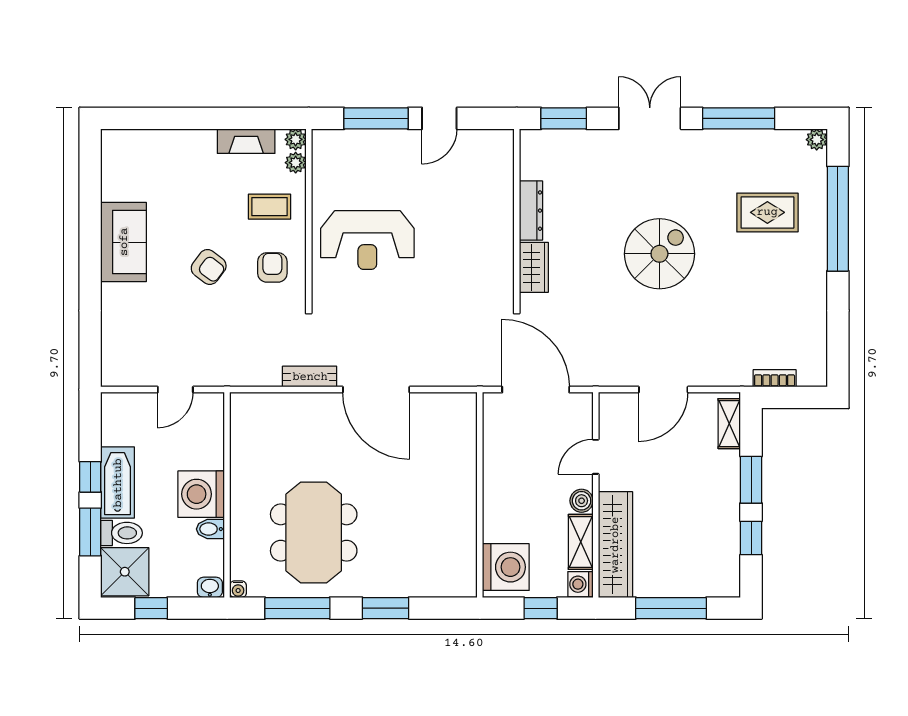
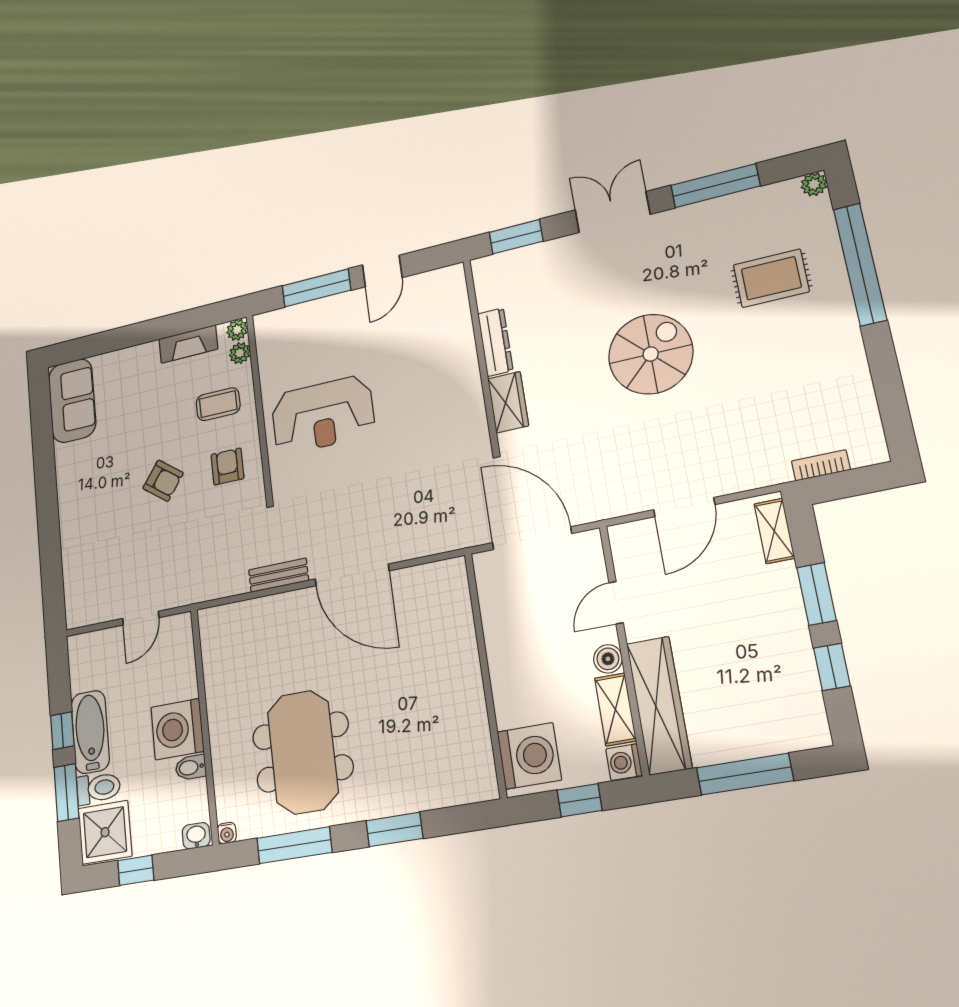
sofa: (124, 242) -> (72, 401), moved

